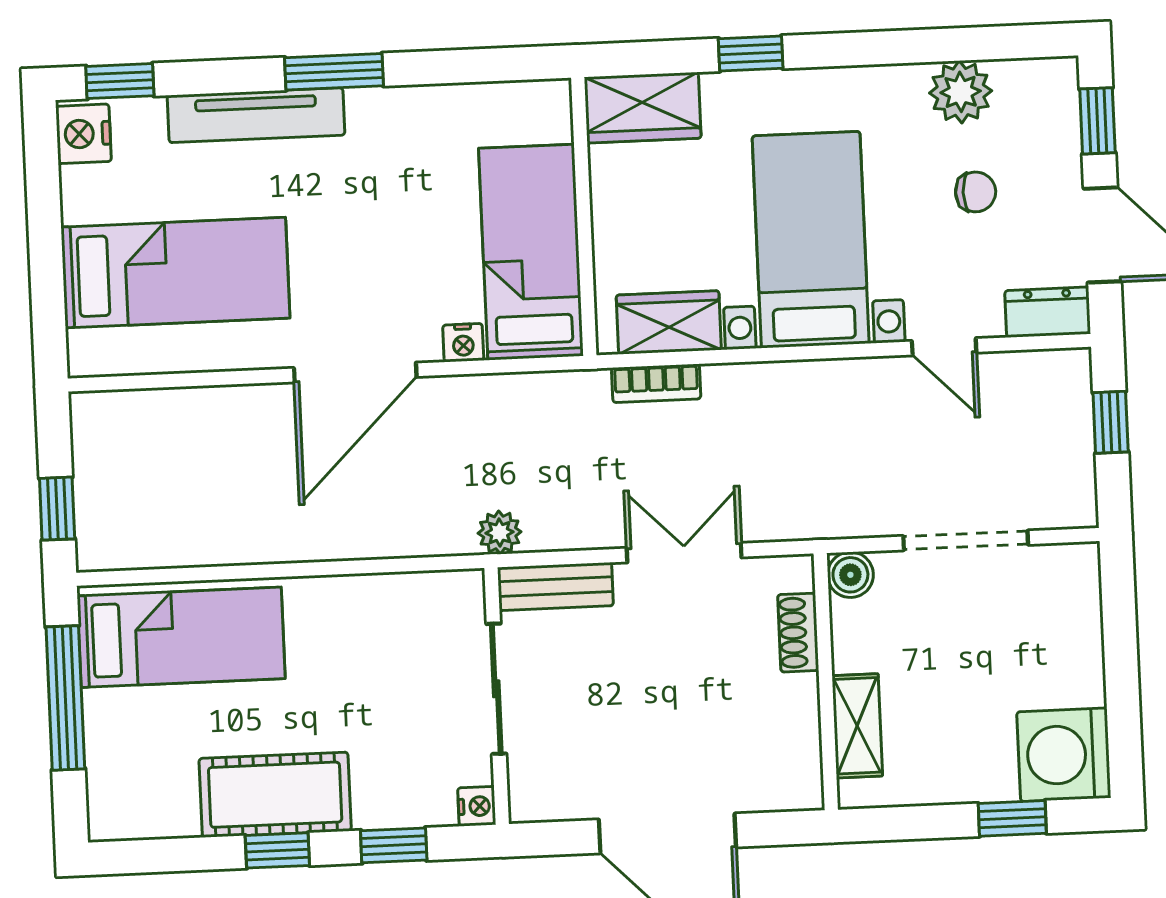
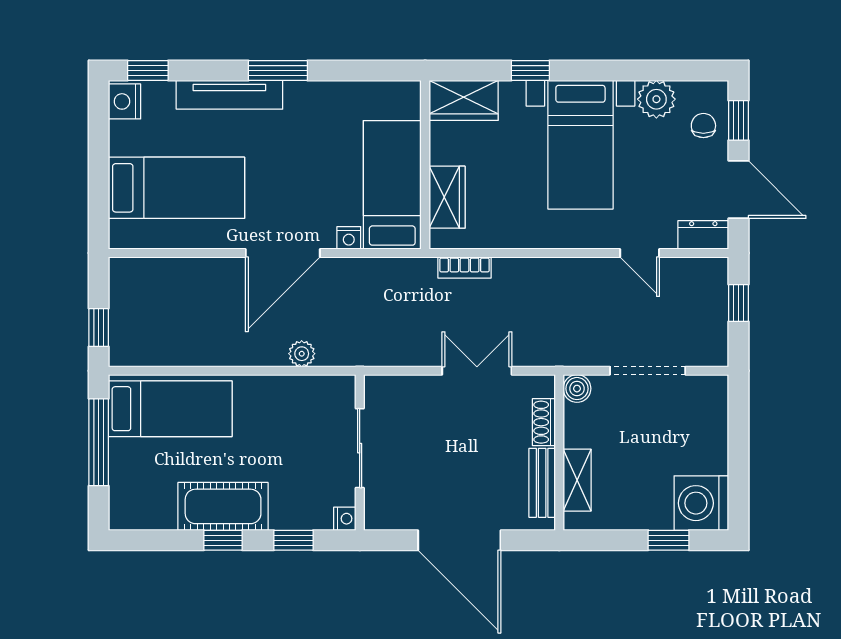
chair: (976, 192) -> (703, 126), moved, turned -90
bed with nightstands: (811, 240) -> (580, 145), moved, turned 180
wardrobe: (669, 323) -> (447, 197), moved, turned 90
plant: (500, 533) -> (302, 354), moved
bench: (555, 587) -> (542, 483), moved, turned 90

